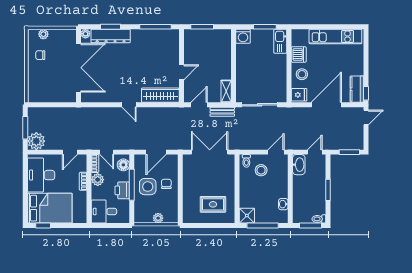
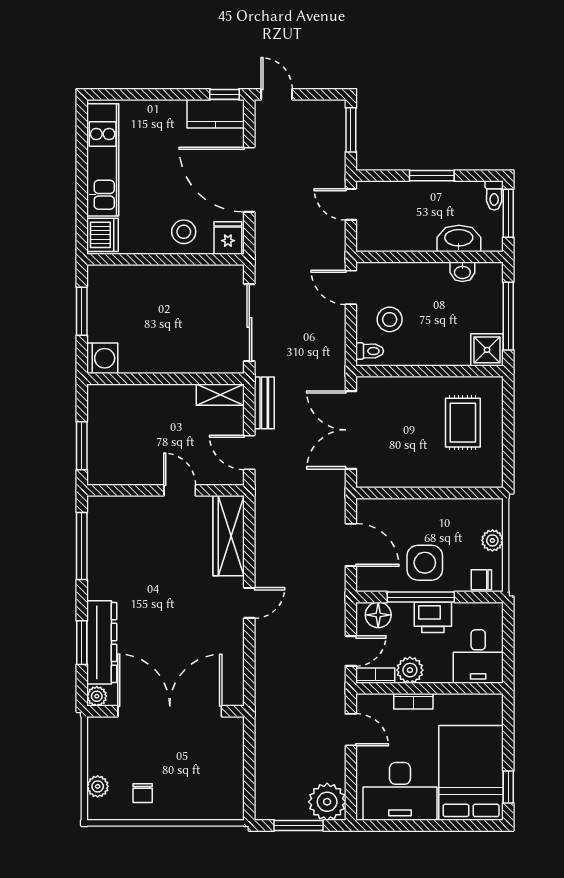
kitchen sink: (280, 41) -> (113, 278), removed
dishwasher: (299, 54) -> (102, 235), moved, turned 90
washbasin: (299, 165) -> (459, 238), moved
chair: (166, 184) -> (481, 580), moved

